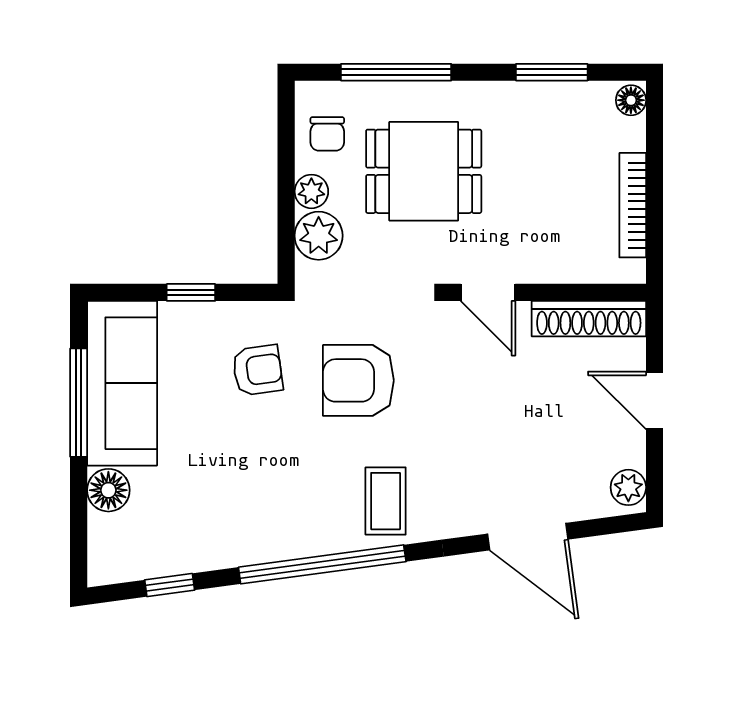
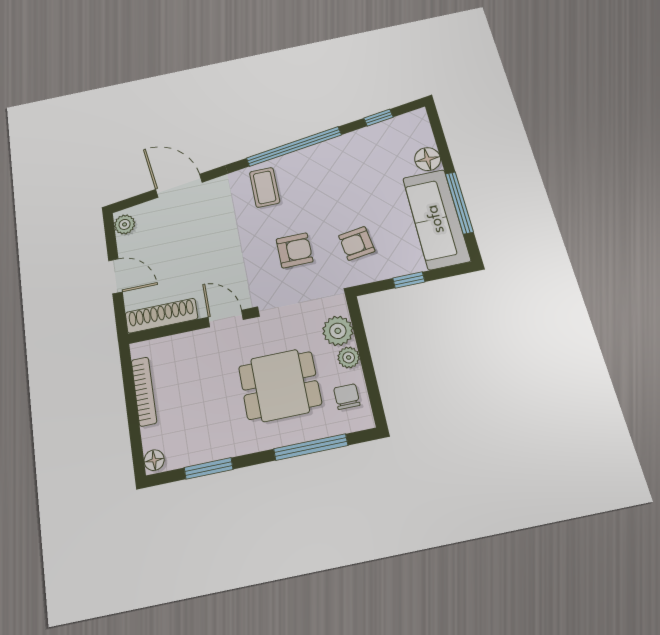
armchair: (358, 380) -> (295, 250), width x0.72, depth x0.72

